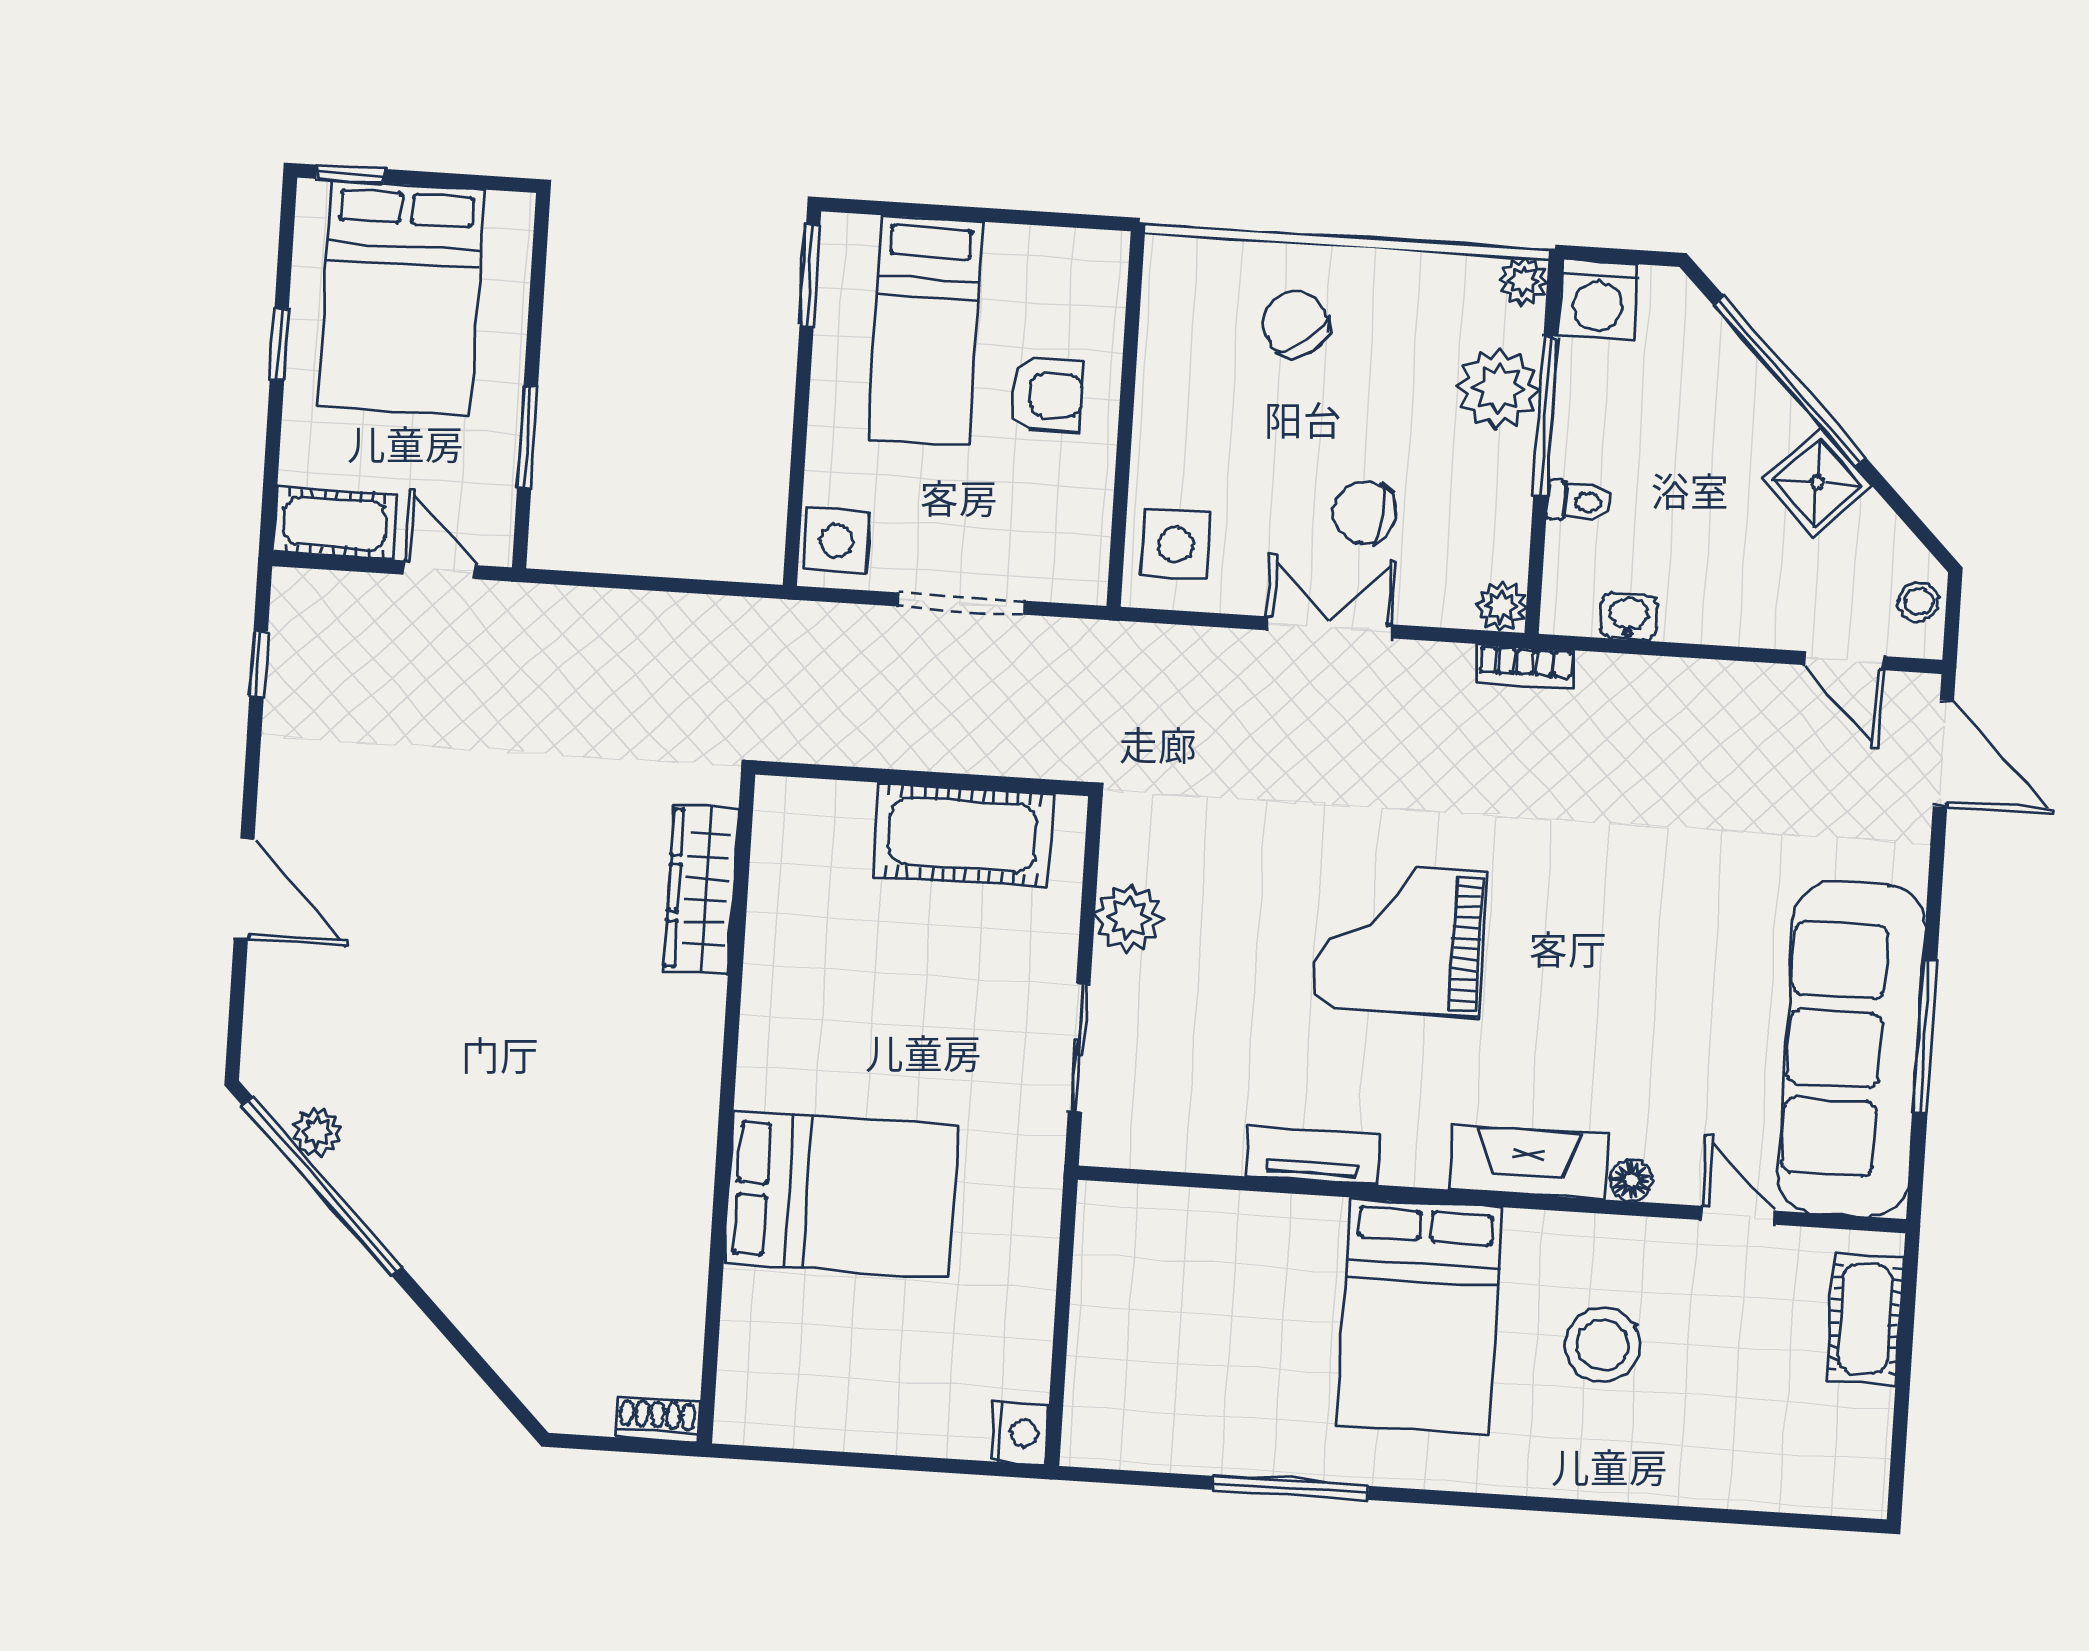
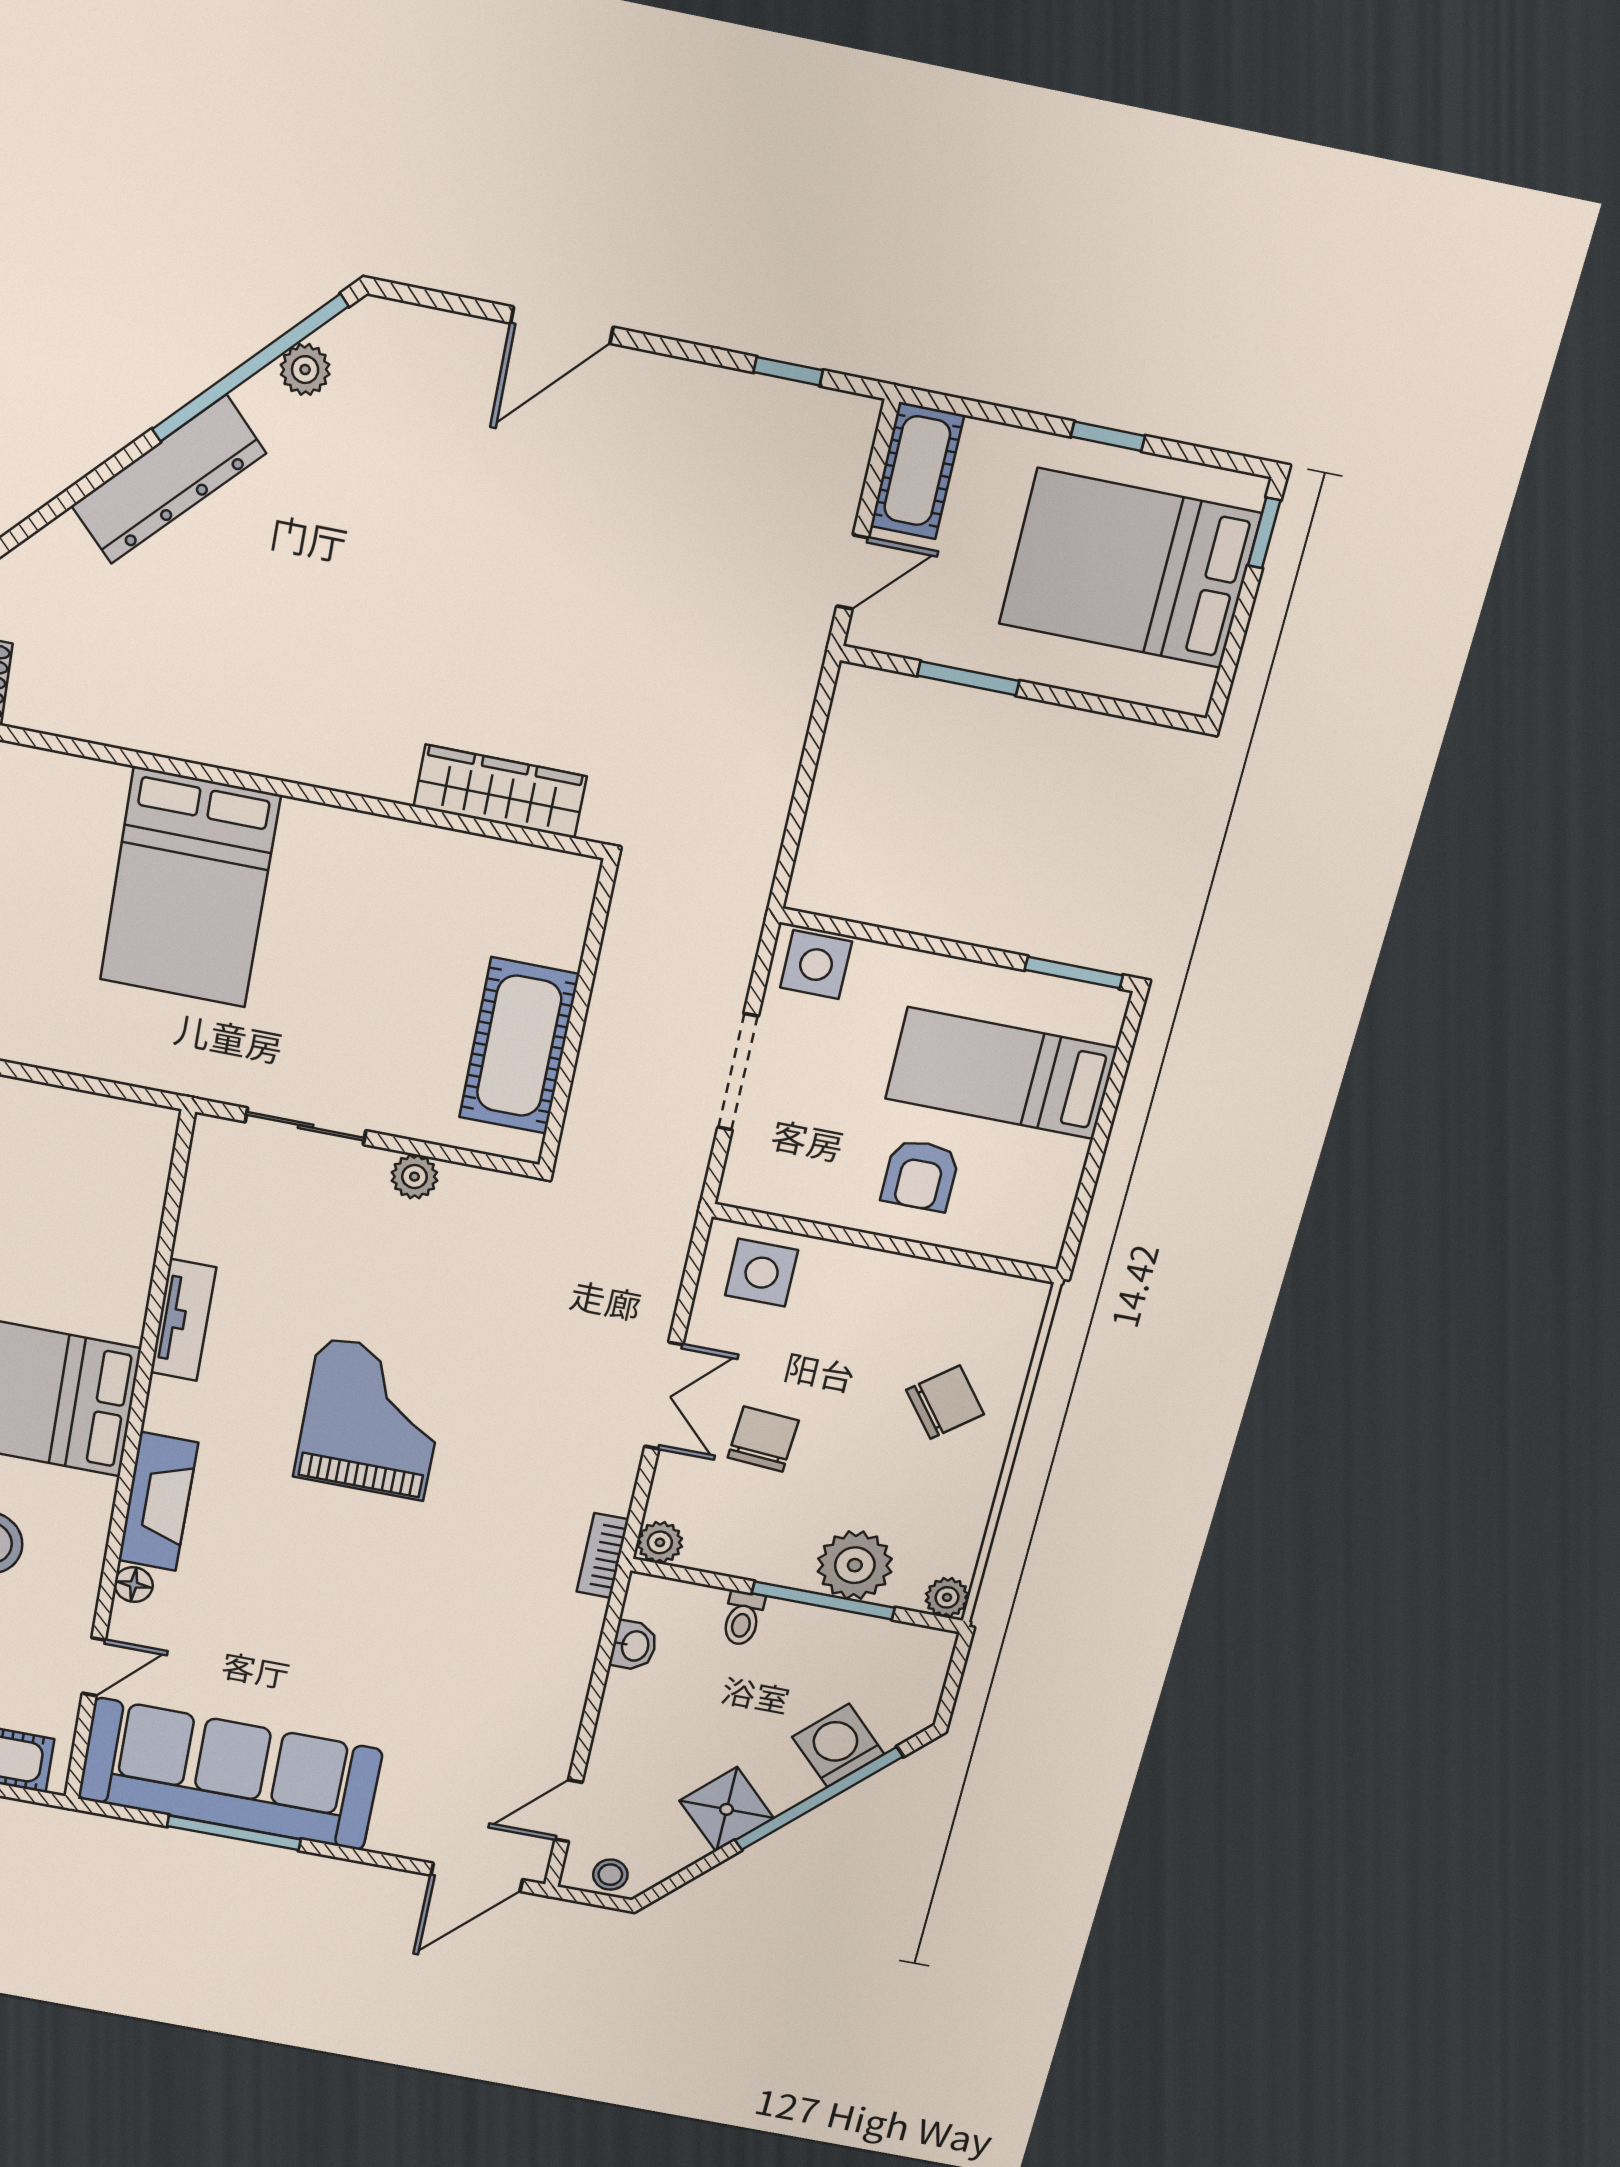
washing machine: (1598, 300) -> (838, 1745), moved, turned 45
plant: (1129, 918) -> (414, 1177), width x0.73, depth x0.73
dresser: (438, 1255) -> (168, 480), added

